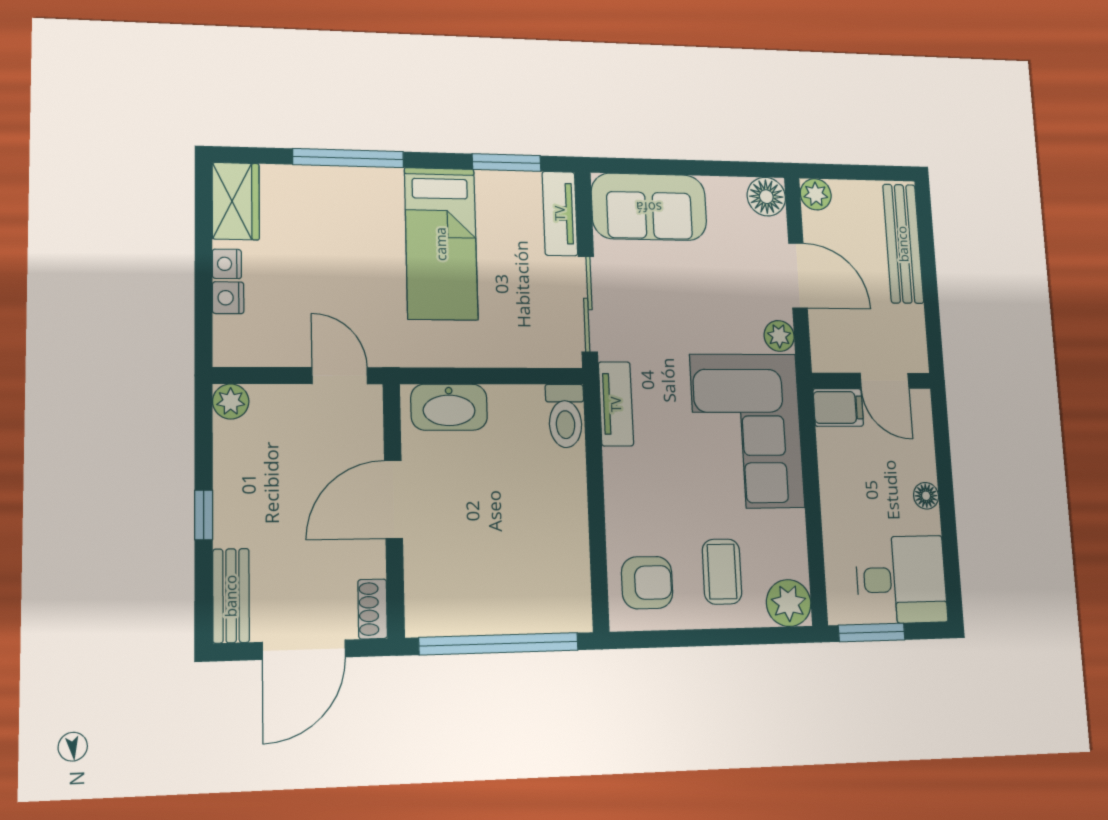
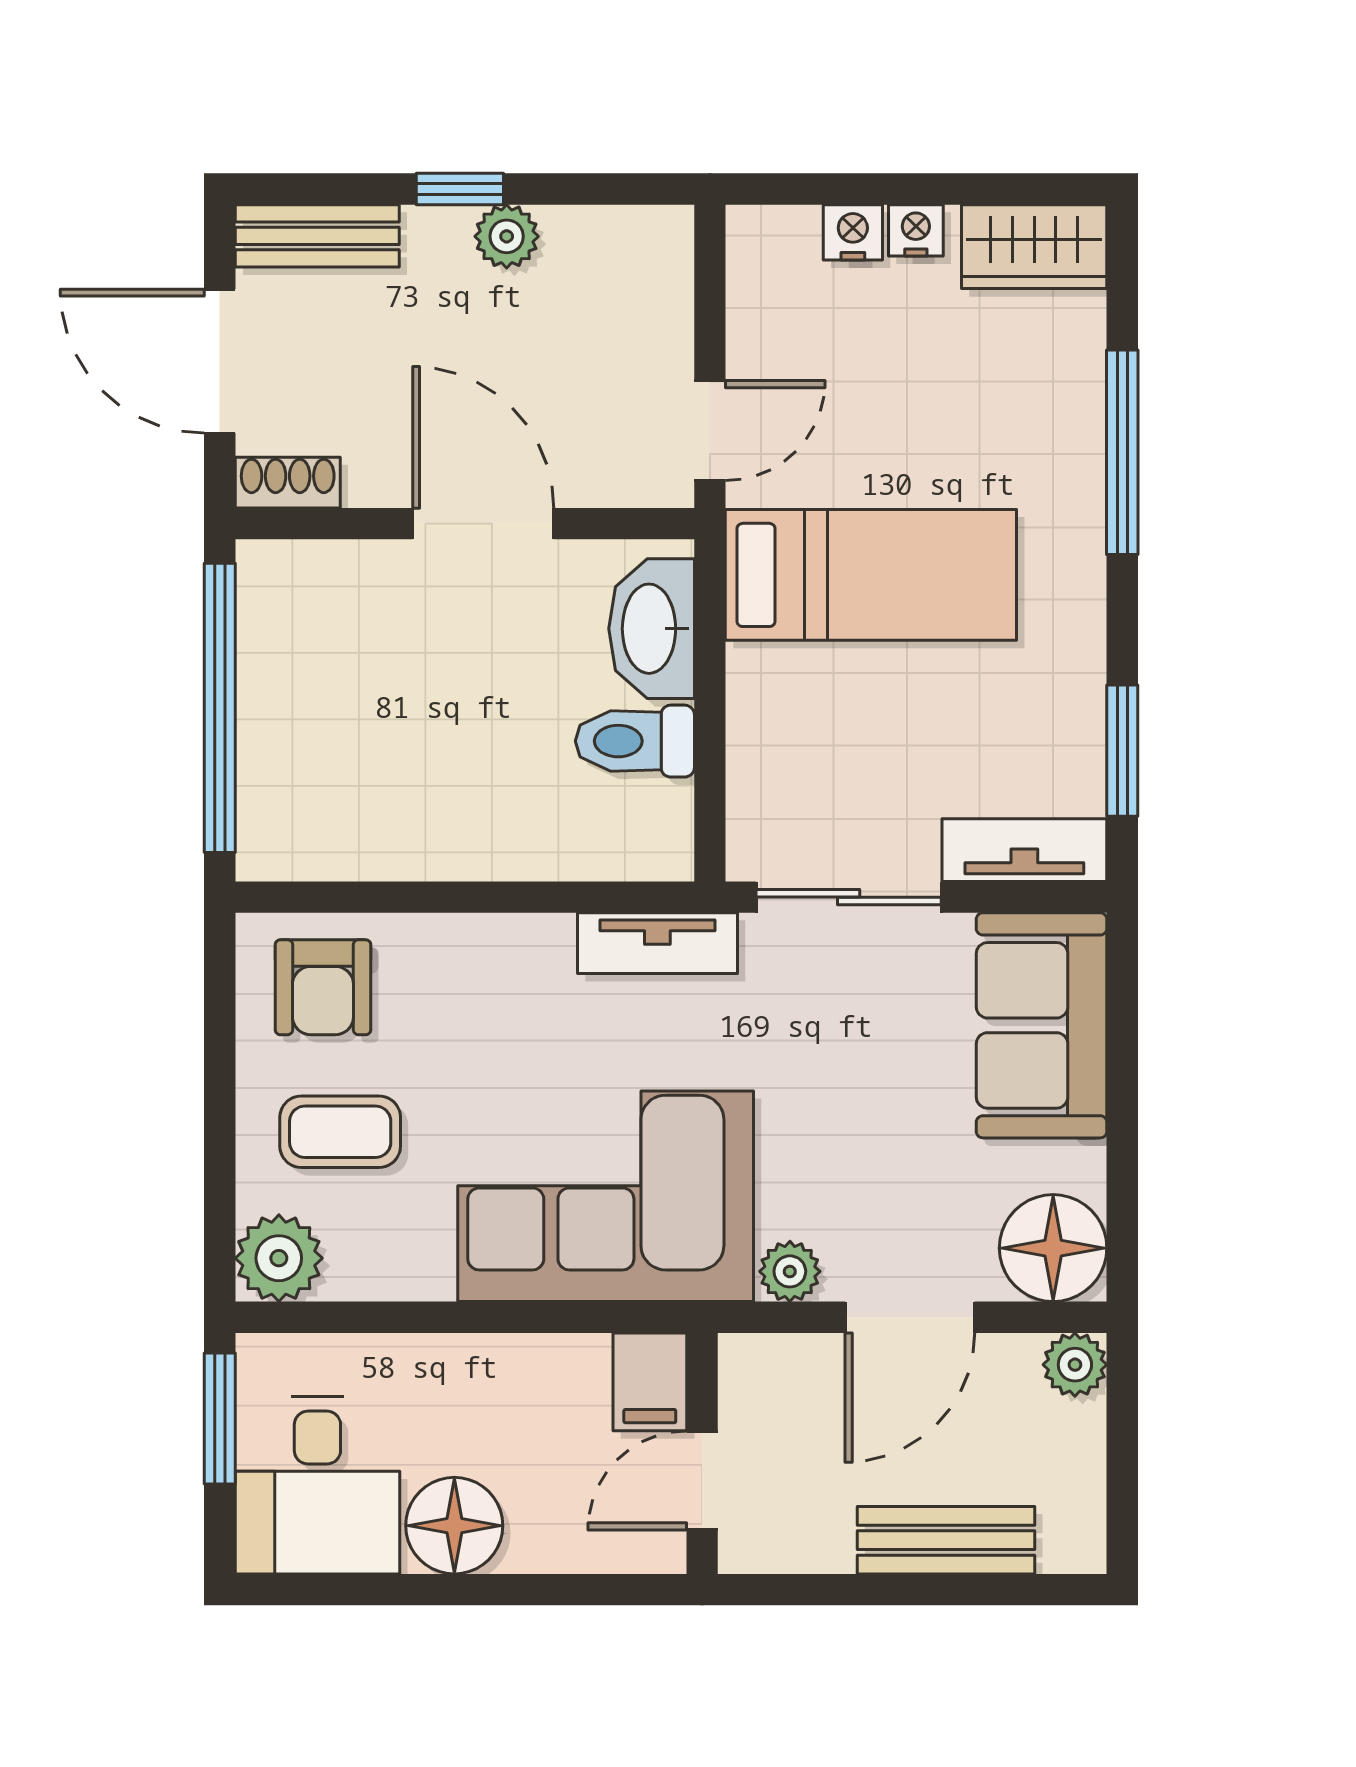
floor lamp: (766, 197) -> (1053, 1248), width x1.38, depth x1.38
bed: (441, 244) -> (871, 575), moved, turned 180
bench: (903, 244) -> (946, 1540), width x0.73
plant: (231, 401) -> (507, 236), moved
toilet: (565, 416) -> (635, 741), moved
floor lamp: (926, 496) -> (454, 1526), width x1.89, depth x1.89

